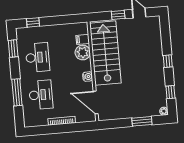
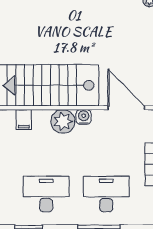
plant: (83, 53) -> (63, 121), moved
door: (96, 103) -> (126, 108), swing flipped

